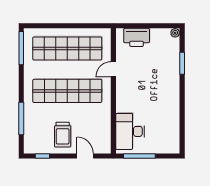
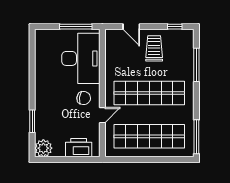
plant: (175, 33) -> (43, 148), width x1.88, depth x1.88
chair: (132, 86) -> (84, 98), added
desk: (130, 131) -> (81, 58), width x1.36, depth x1.30

